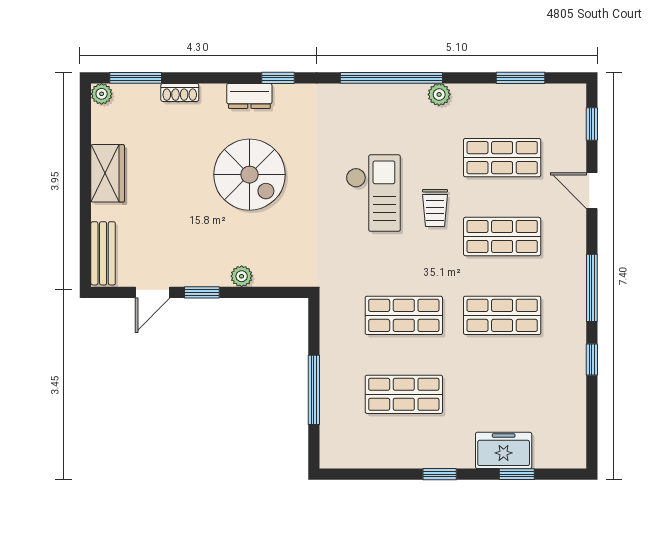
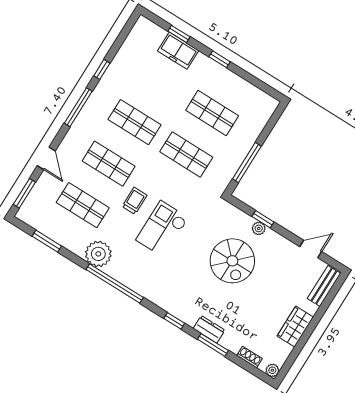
window: (136, 78) -> (213, 345), moved
shoe rack: (180, 92) -> (249, 357), moved
plant: (439, 94) -> (98, 254), width x1.88, depth x1.88
dresser: (249, 96) -> (209, 329), moved
window: (592, 124) -> (24, 193), width x1.50
spiral stairs: (249, 175) -> (232, 261), moved, turned 180
window: (202, 292) -> (263, 219), moved
window: (314, 390) -> (247, 163), moved

